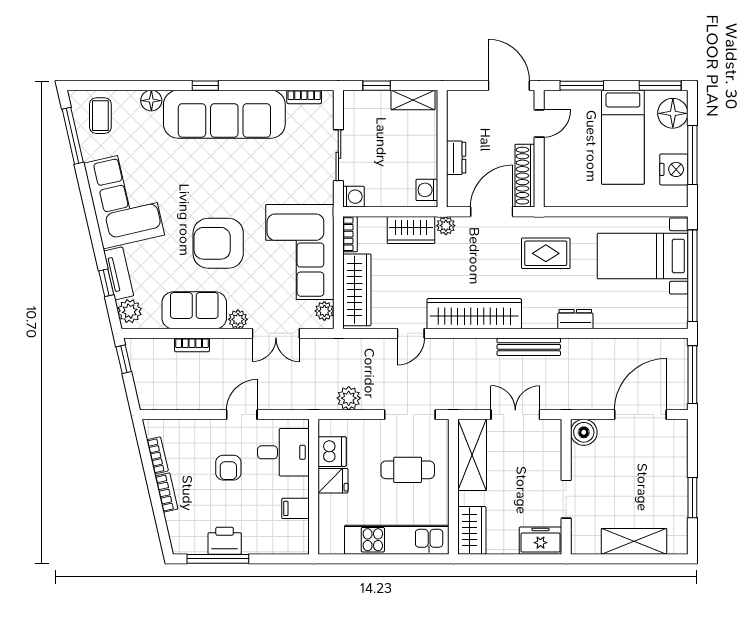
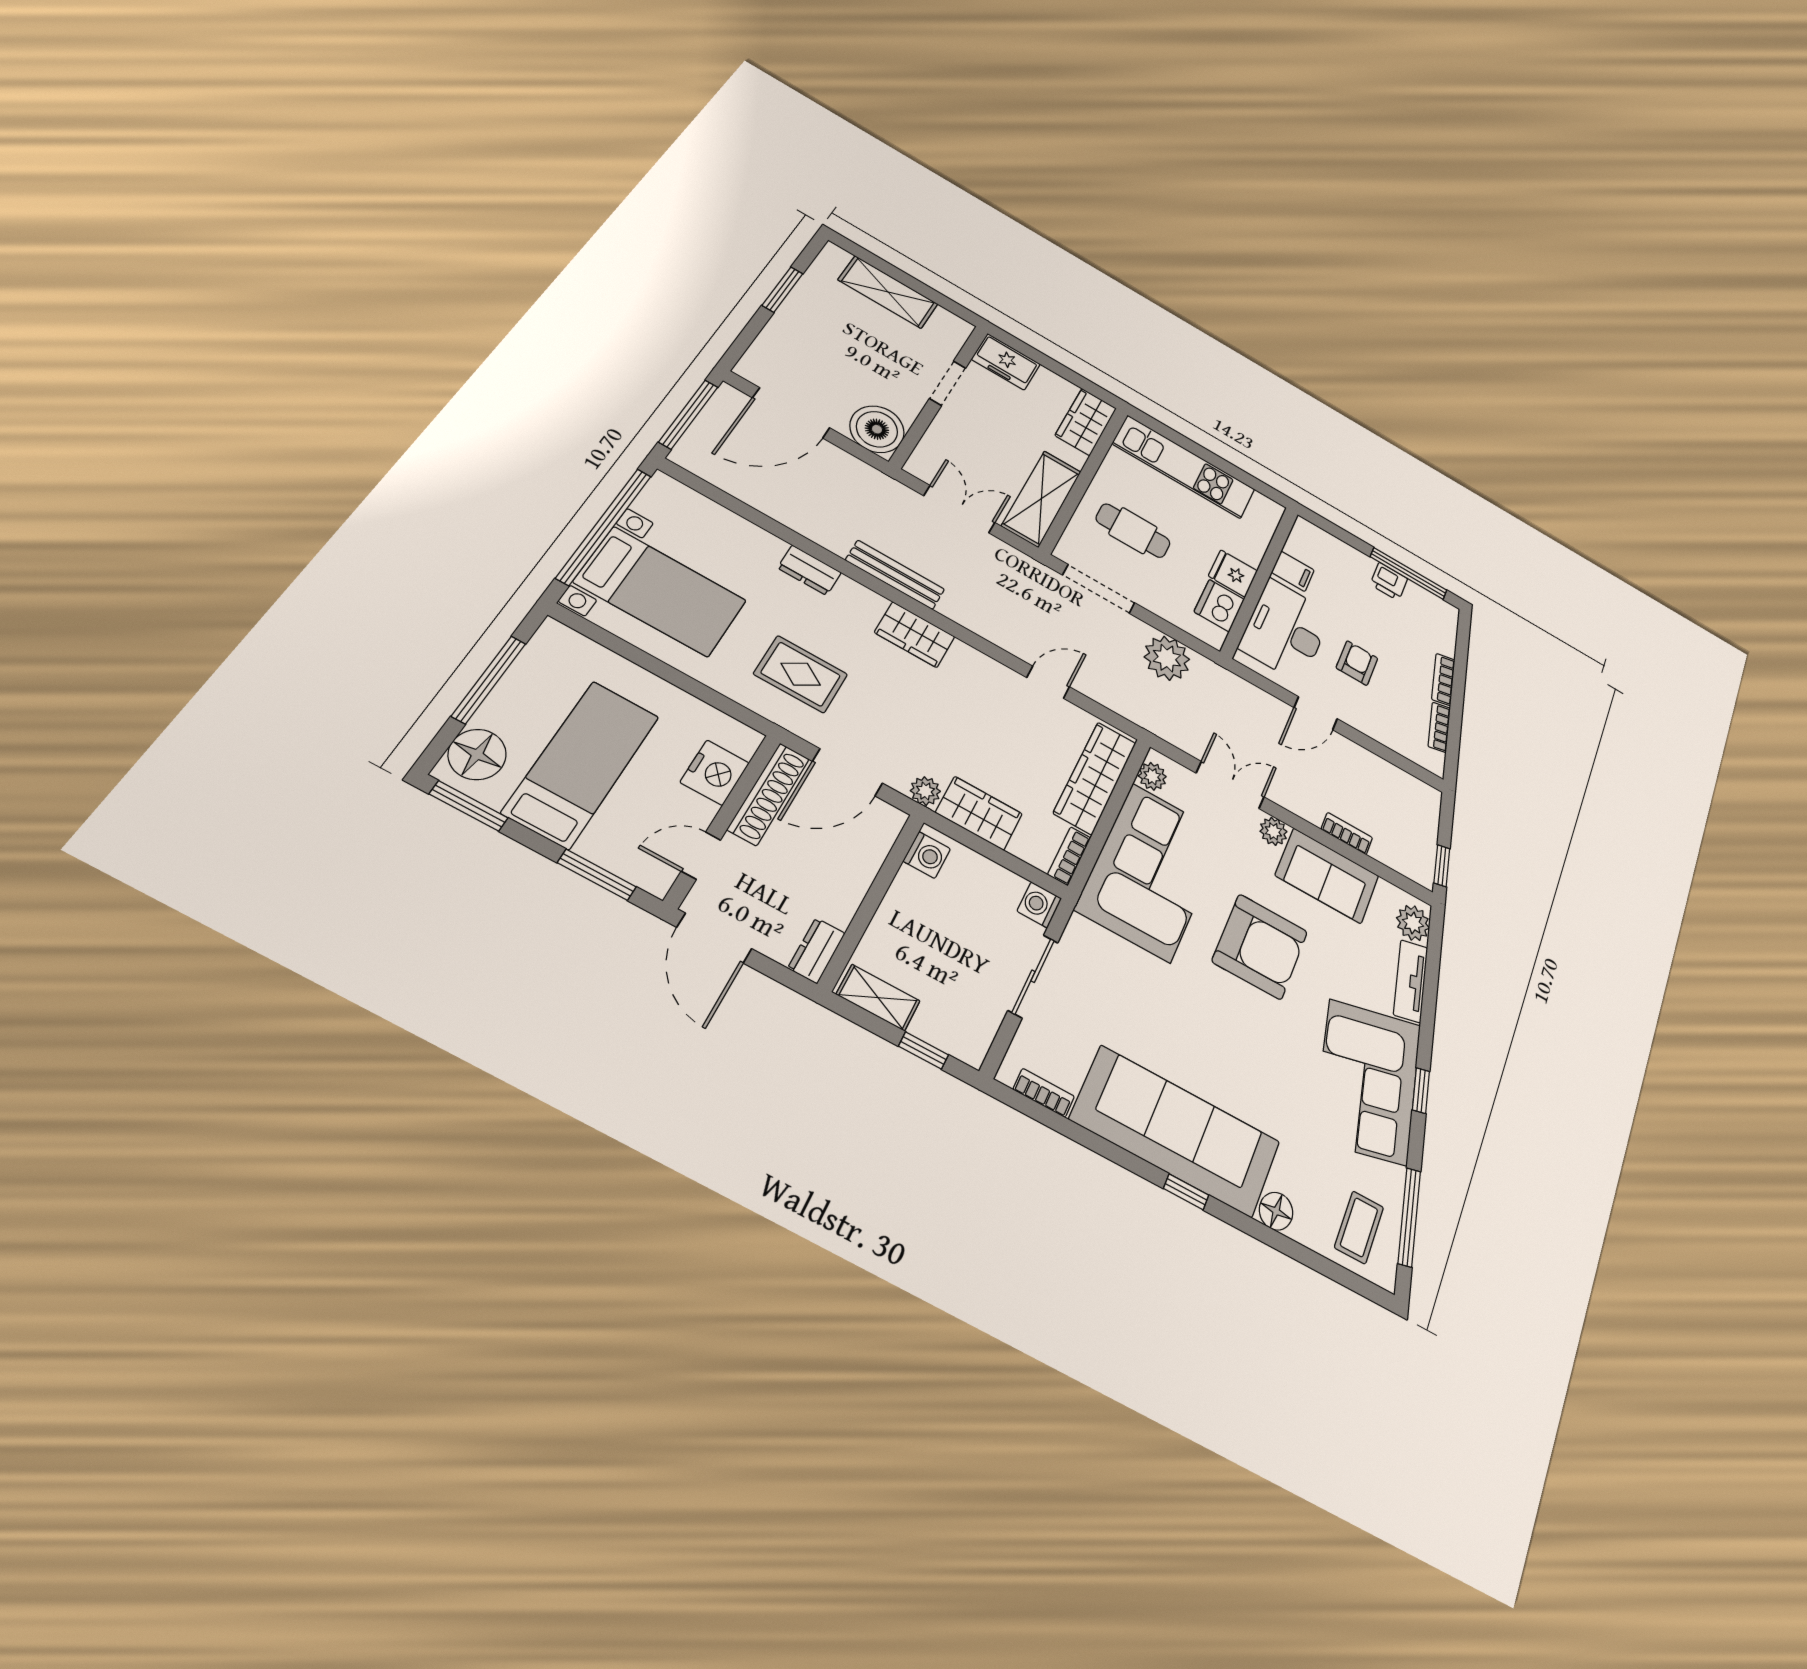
dresser: (456, 158) -> (817, 951), moved
nightstand: (674, 169) -> (715, 773), moved, turned 180
window: (106, 283) -> (1421, 1091), moved
wardrobe: (474, 314) -> (915, 635), width x0.48, depth x0.85
plant: (349, 398) -> (1167, 658), width x1.36, depth x1.36
double door: (515, 415) -> (959, 509), swing flipped
boiler: (584, 432) -> (877, 429), width x1.37, depth x1.37
desk: (283, 452) -> (1285, 631), width x1.37
printer: (225, 541) -> (1389, 582), width x0.73, depth x0.81

